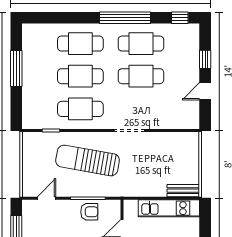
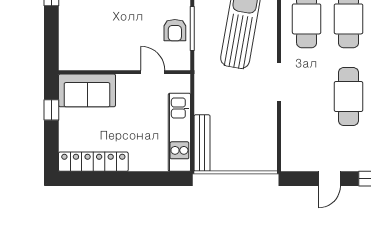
door: (205, 91) -> (329, 179), swing flipped
bench: (183, 191) -> (202, 143), width x1.36

